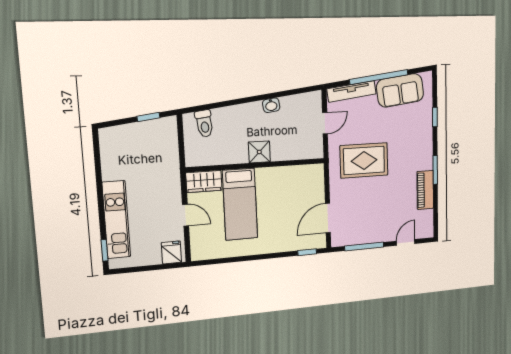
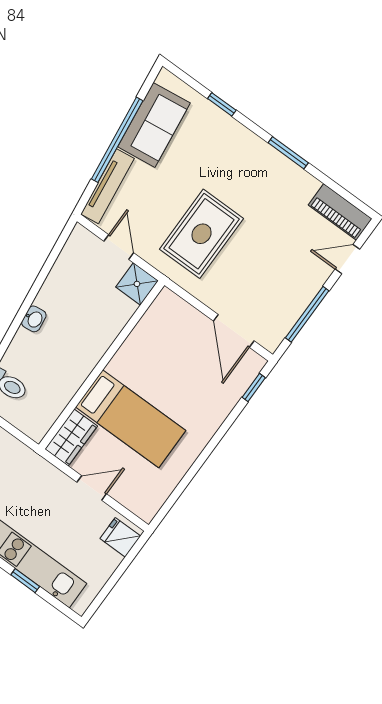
washbasin: (271, 105) -> (34, 319), moved
shower: (259, 152) -> (137, 284), moved
piano: (425, 190) -> (340, 212), moved
door: (406, 242) -> (347, 259), hinge flipped
window: (105, 250) -> (25, 581), moved

